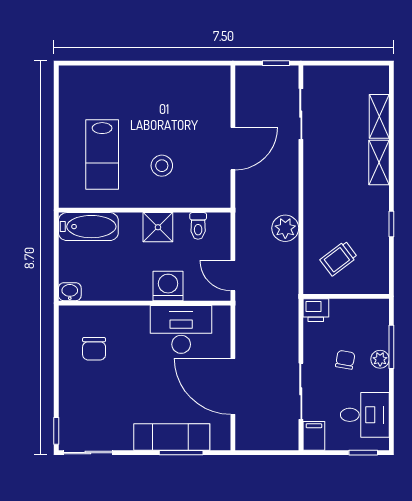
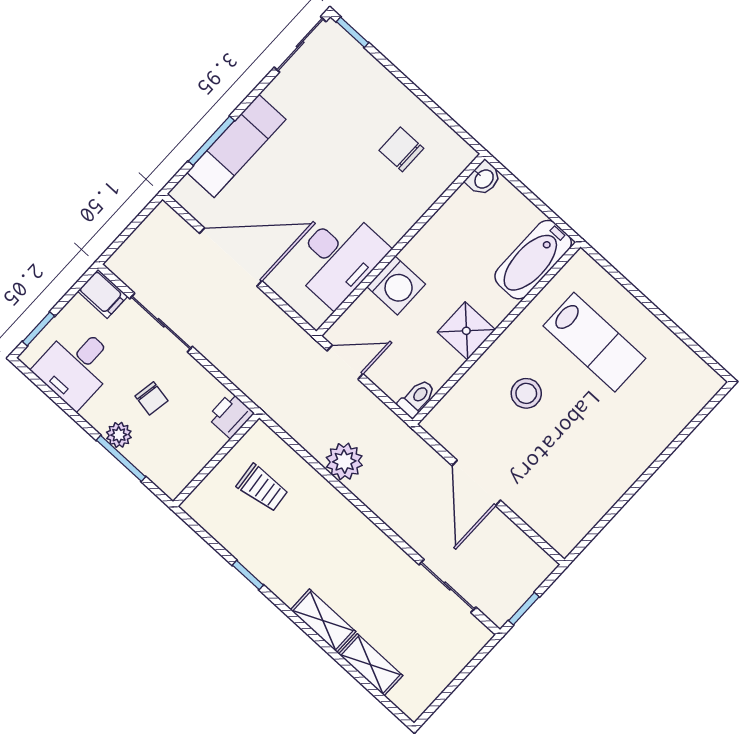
lab bench: (102, 155) -> (594, 342), turned 180
toilet: (198, 226) -> (417, 398), moved, turned 90
trolley: (339, 258) -> (262, 488), turned 121

